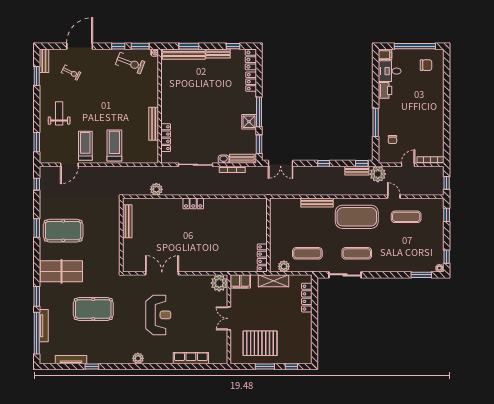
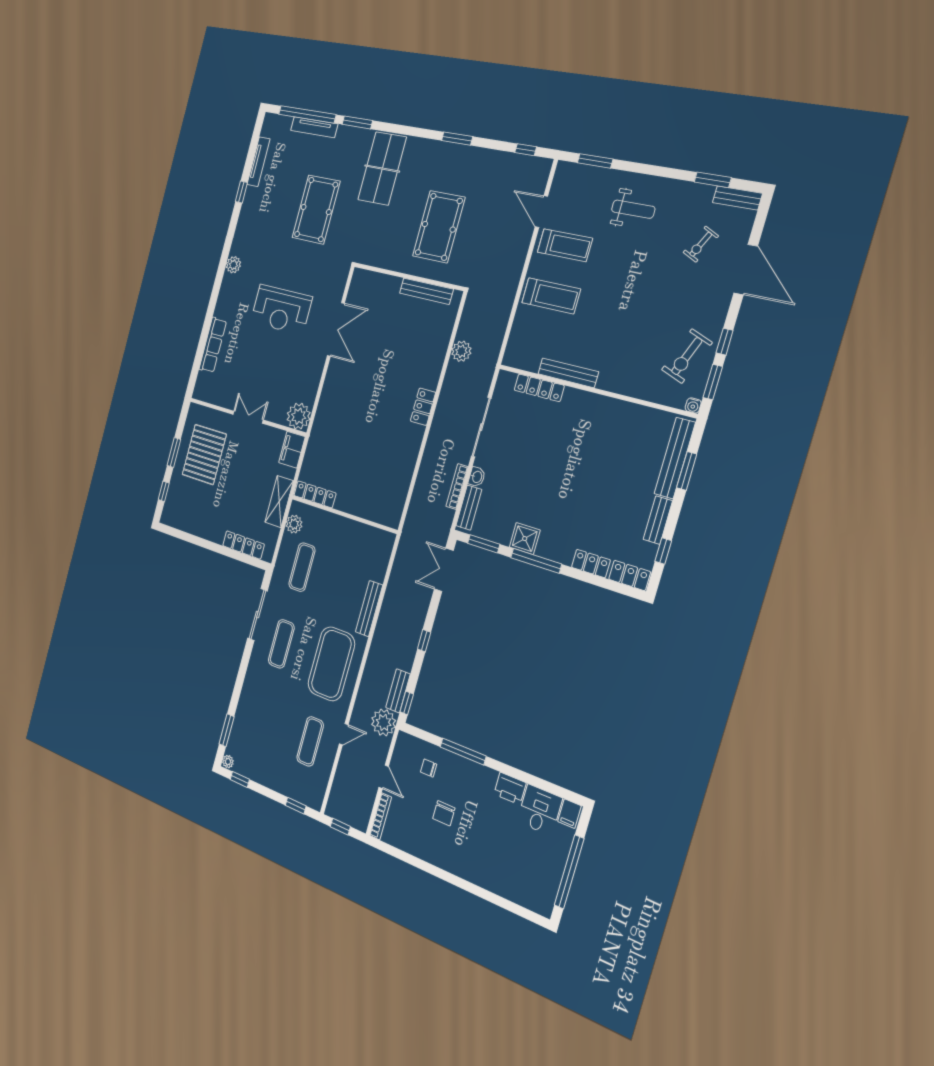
chair: (426, 65) -> (444, 813), moved
pool table: (63, 231) -> (439, 227), moved

